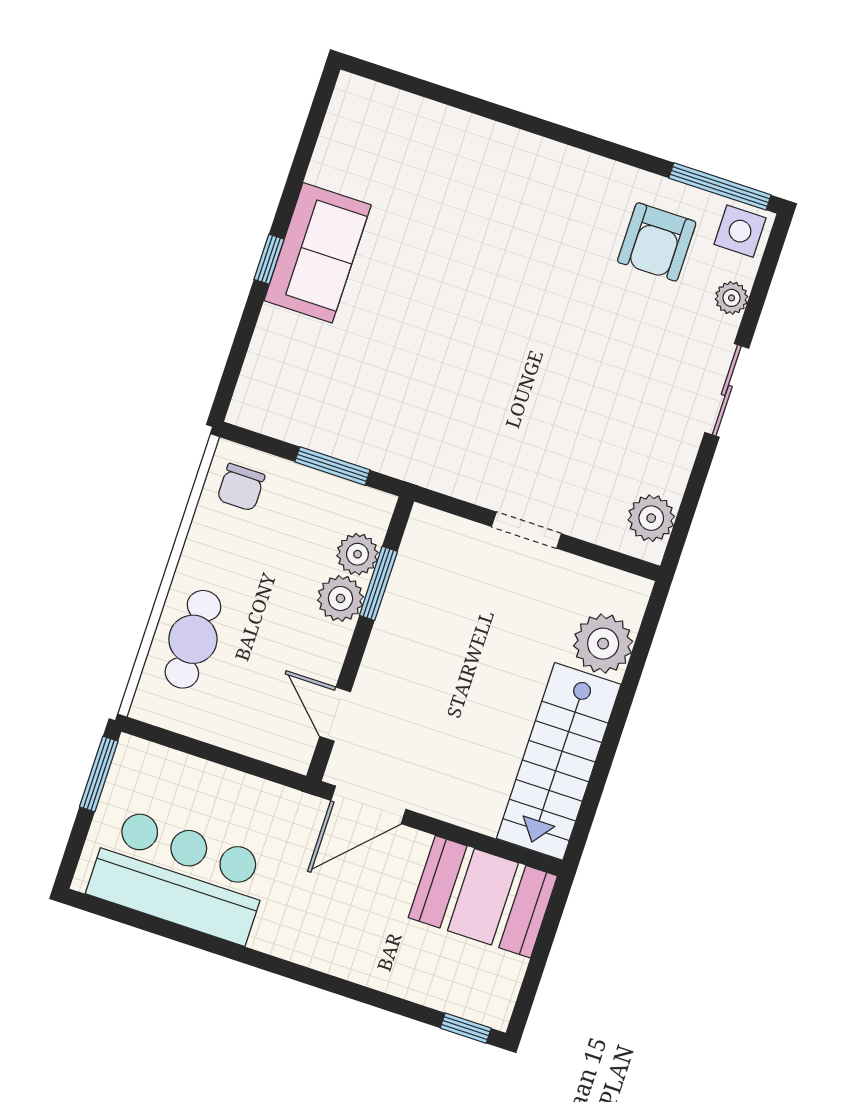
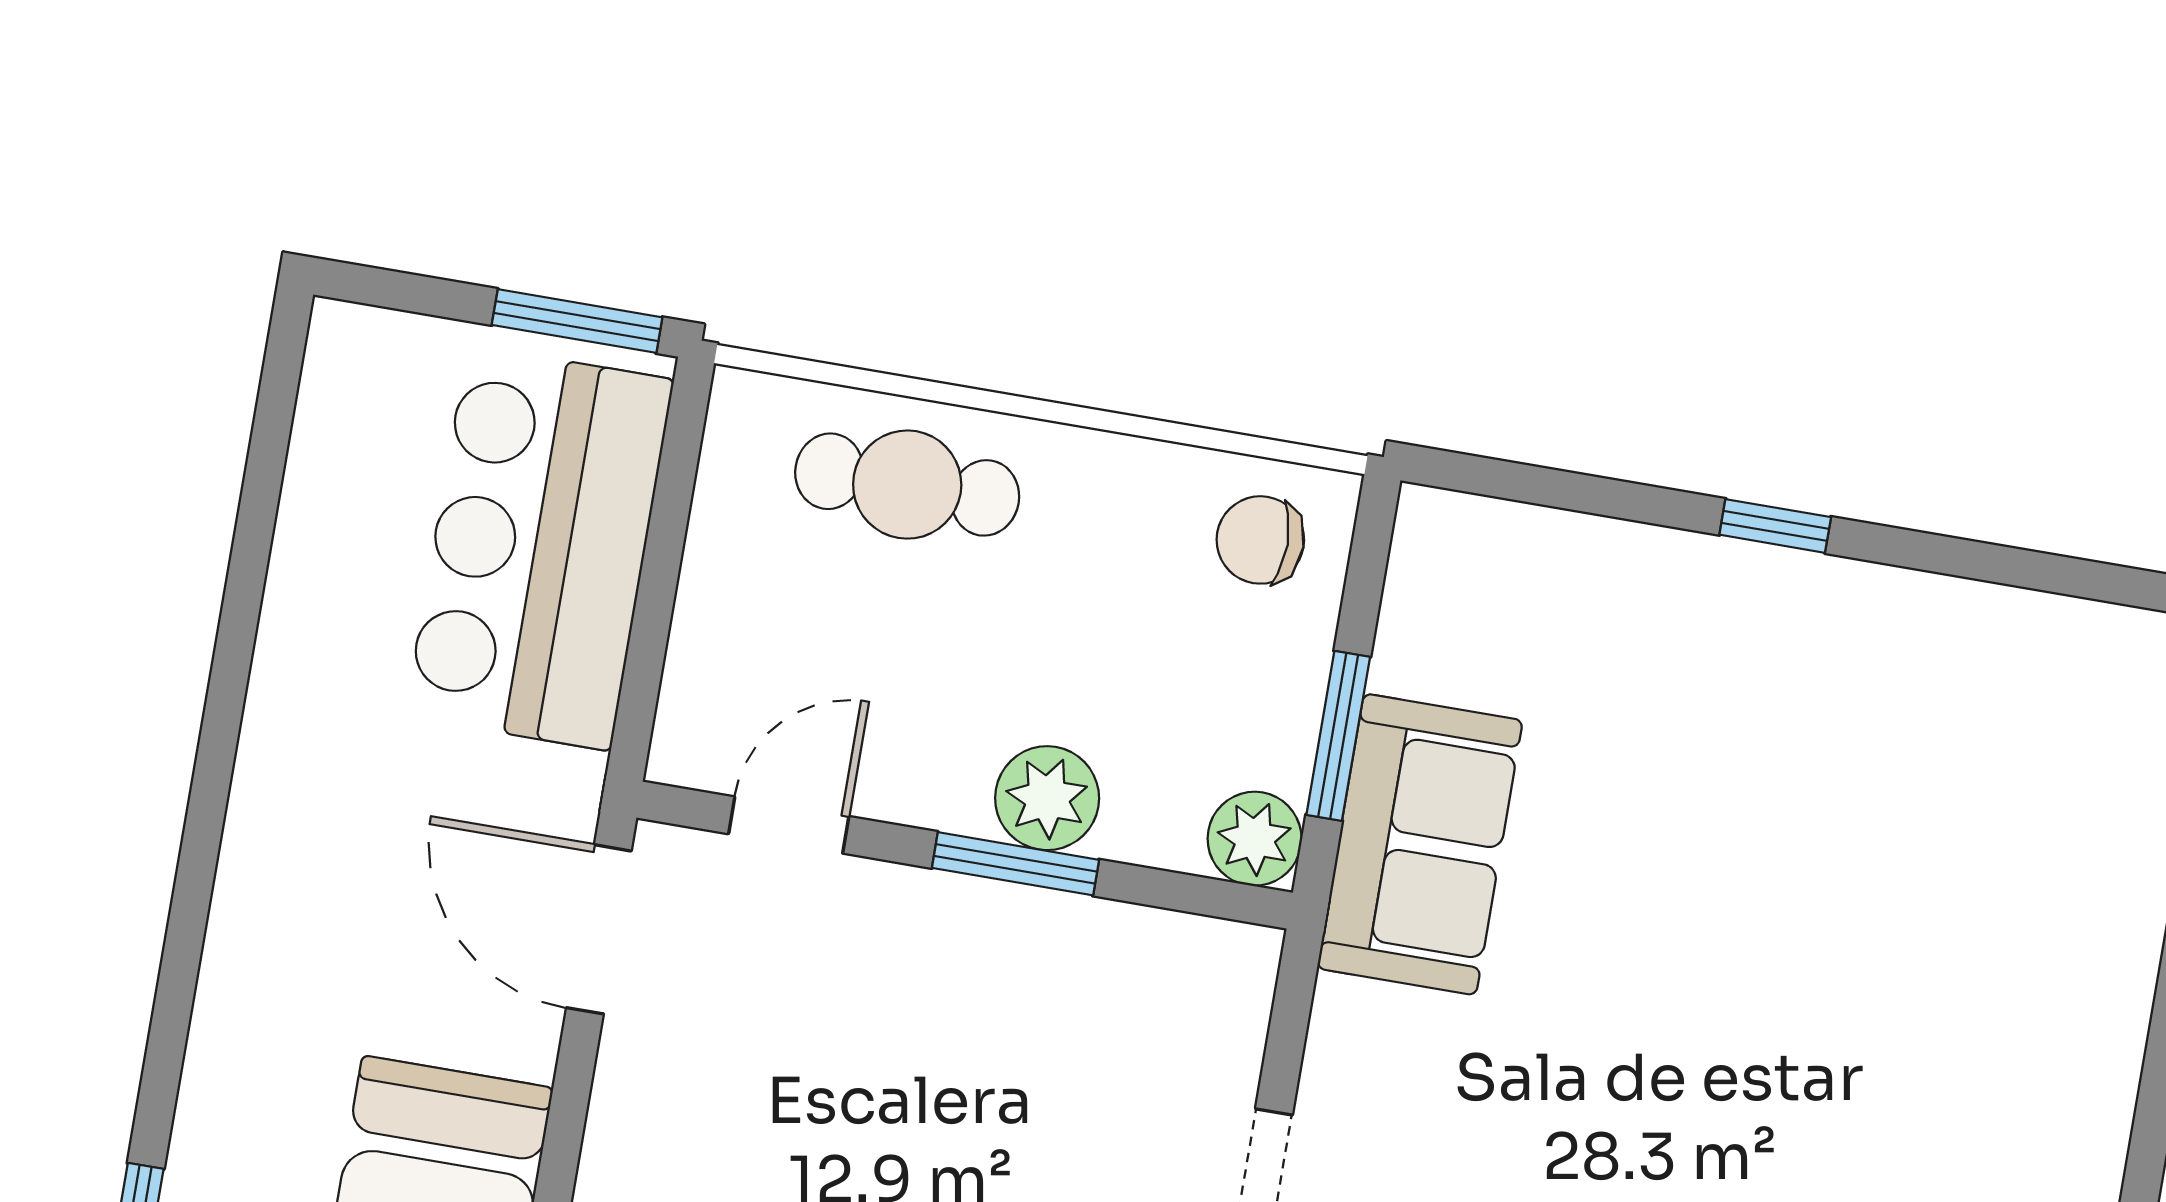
sofa: (318, 253) -> (1420, 844), moved, turned -90
plant: (357, 554) -> (1255, 839), moved
window: (378, 583) -> (1015, 864), moved
bar counter: (180, 876) -> (539, 548), moved, turned 180

